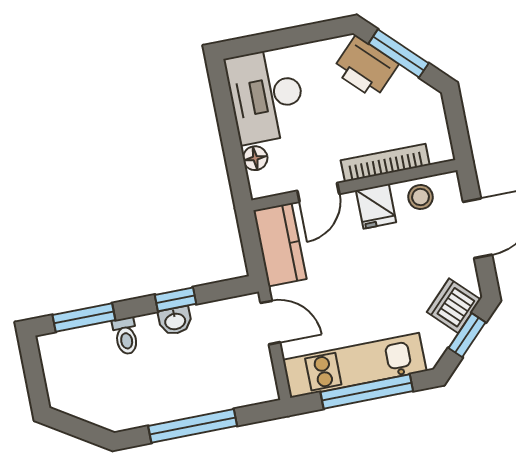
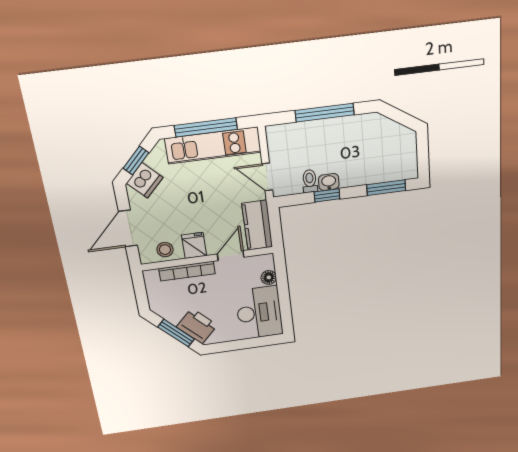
toilet: (126, 336) -> (310, 181), moved

